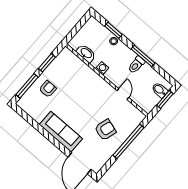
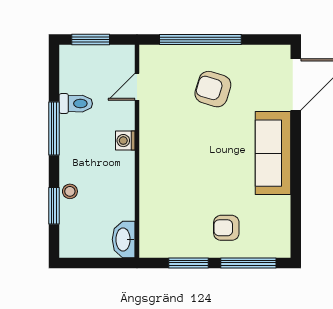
washbasin: (86, 53) -> (124, 239), moved
toilet: (136, 65) -> (76, 104), moved
washing machine: (102, 68) -> (125, 141), moved
bidet: (160, 90) -> (83, 59), removed
door: (123, 94) -> (137, 87), moved

